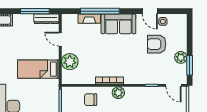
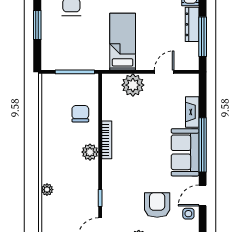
window: (100, 11) -> (203, 145), moved
dresser: (46, 19) -> (192, 24), moved

